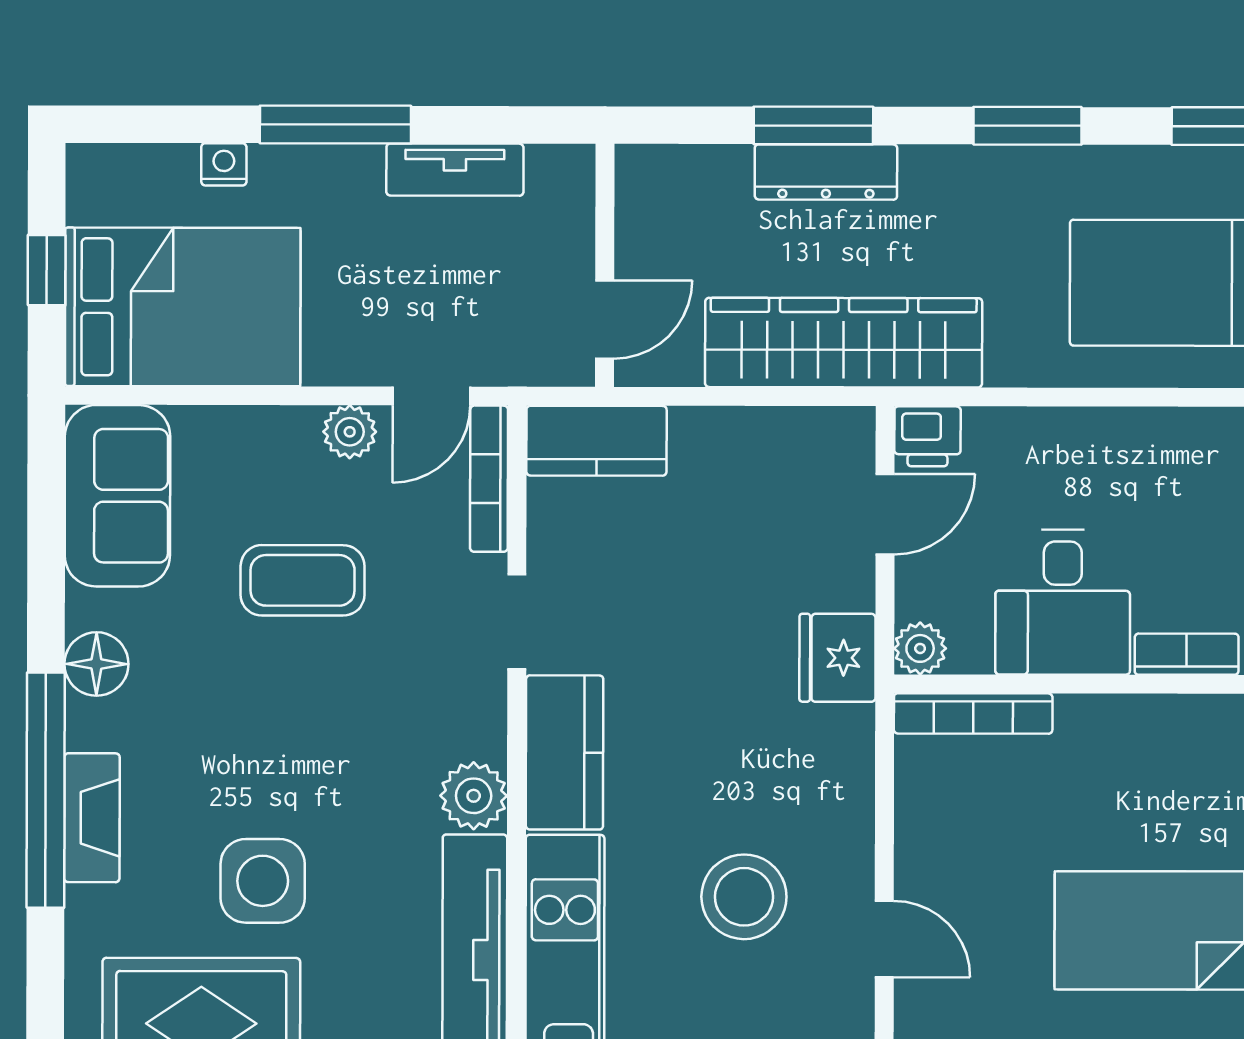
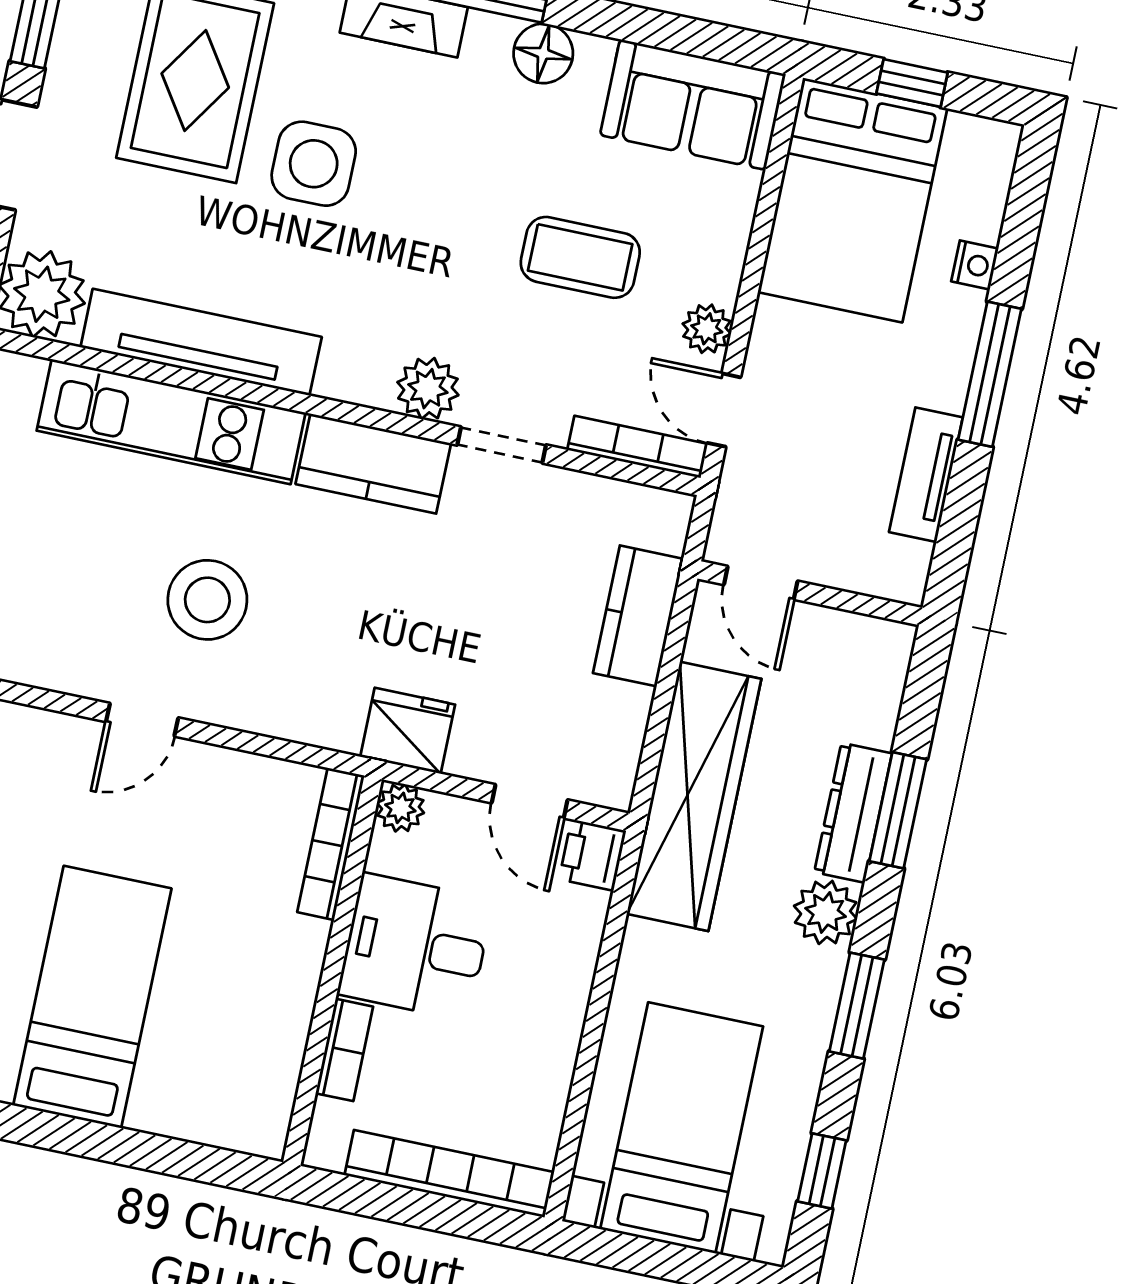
plant: (937, 179) -> (826, 912), added
kitchen counter: (596, 441) -> (638, 616), moved
coffee table: (303, 580) -> (580, 257), turned 90
plant: (474, 796) -> (428, 389), moved

